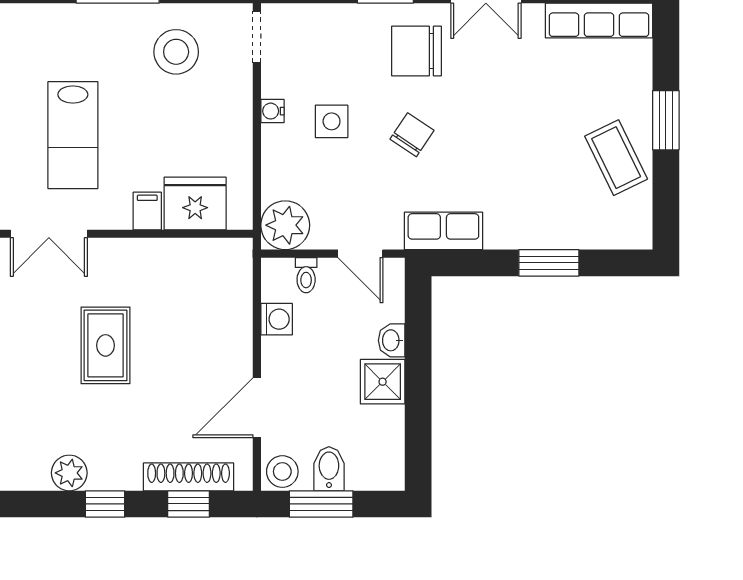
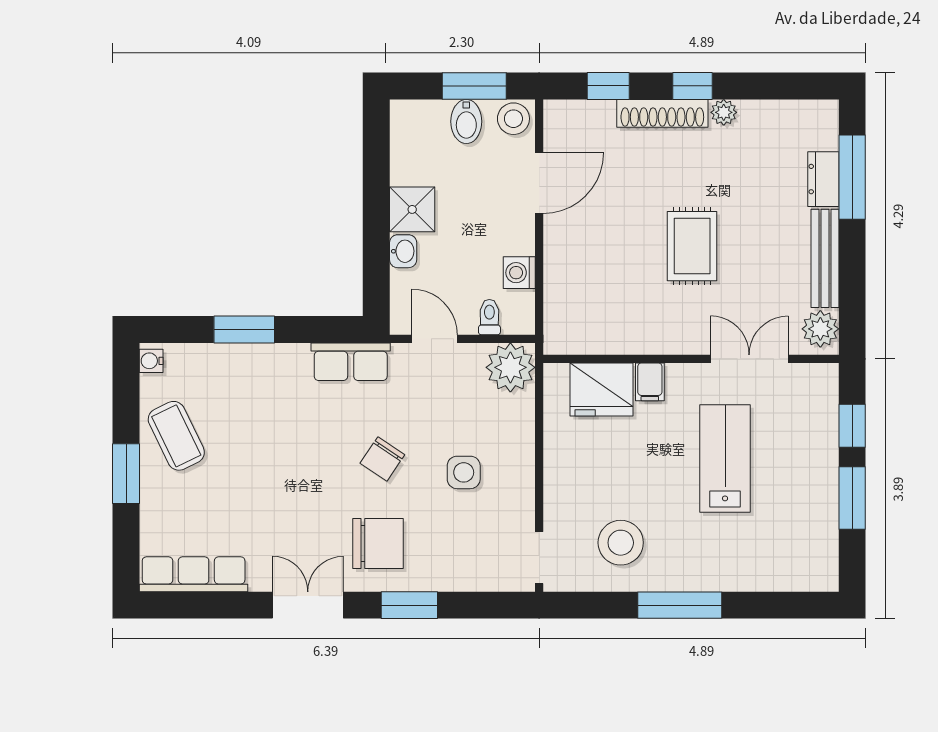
water cooler: (272, 111) -> (151, 361), moved, turned 180
plant: (69, 473) -> (724, 112), width x0.73, depth x0.73
shoe rack: (189, 477) -> (662, 113), moved

